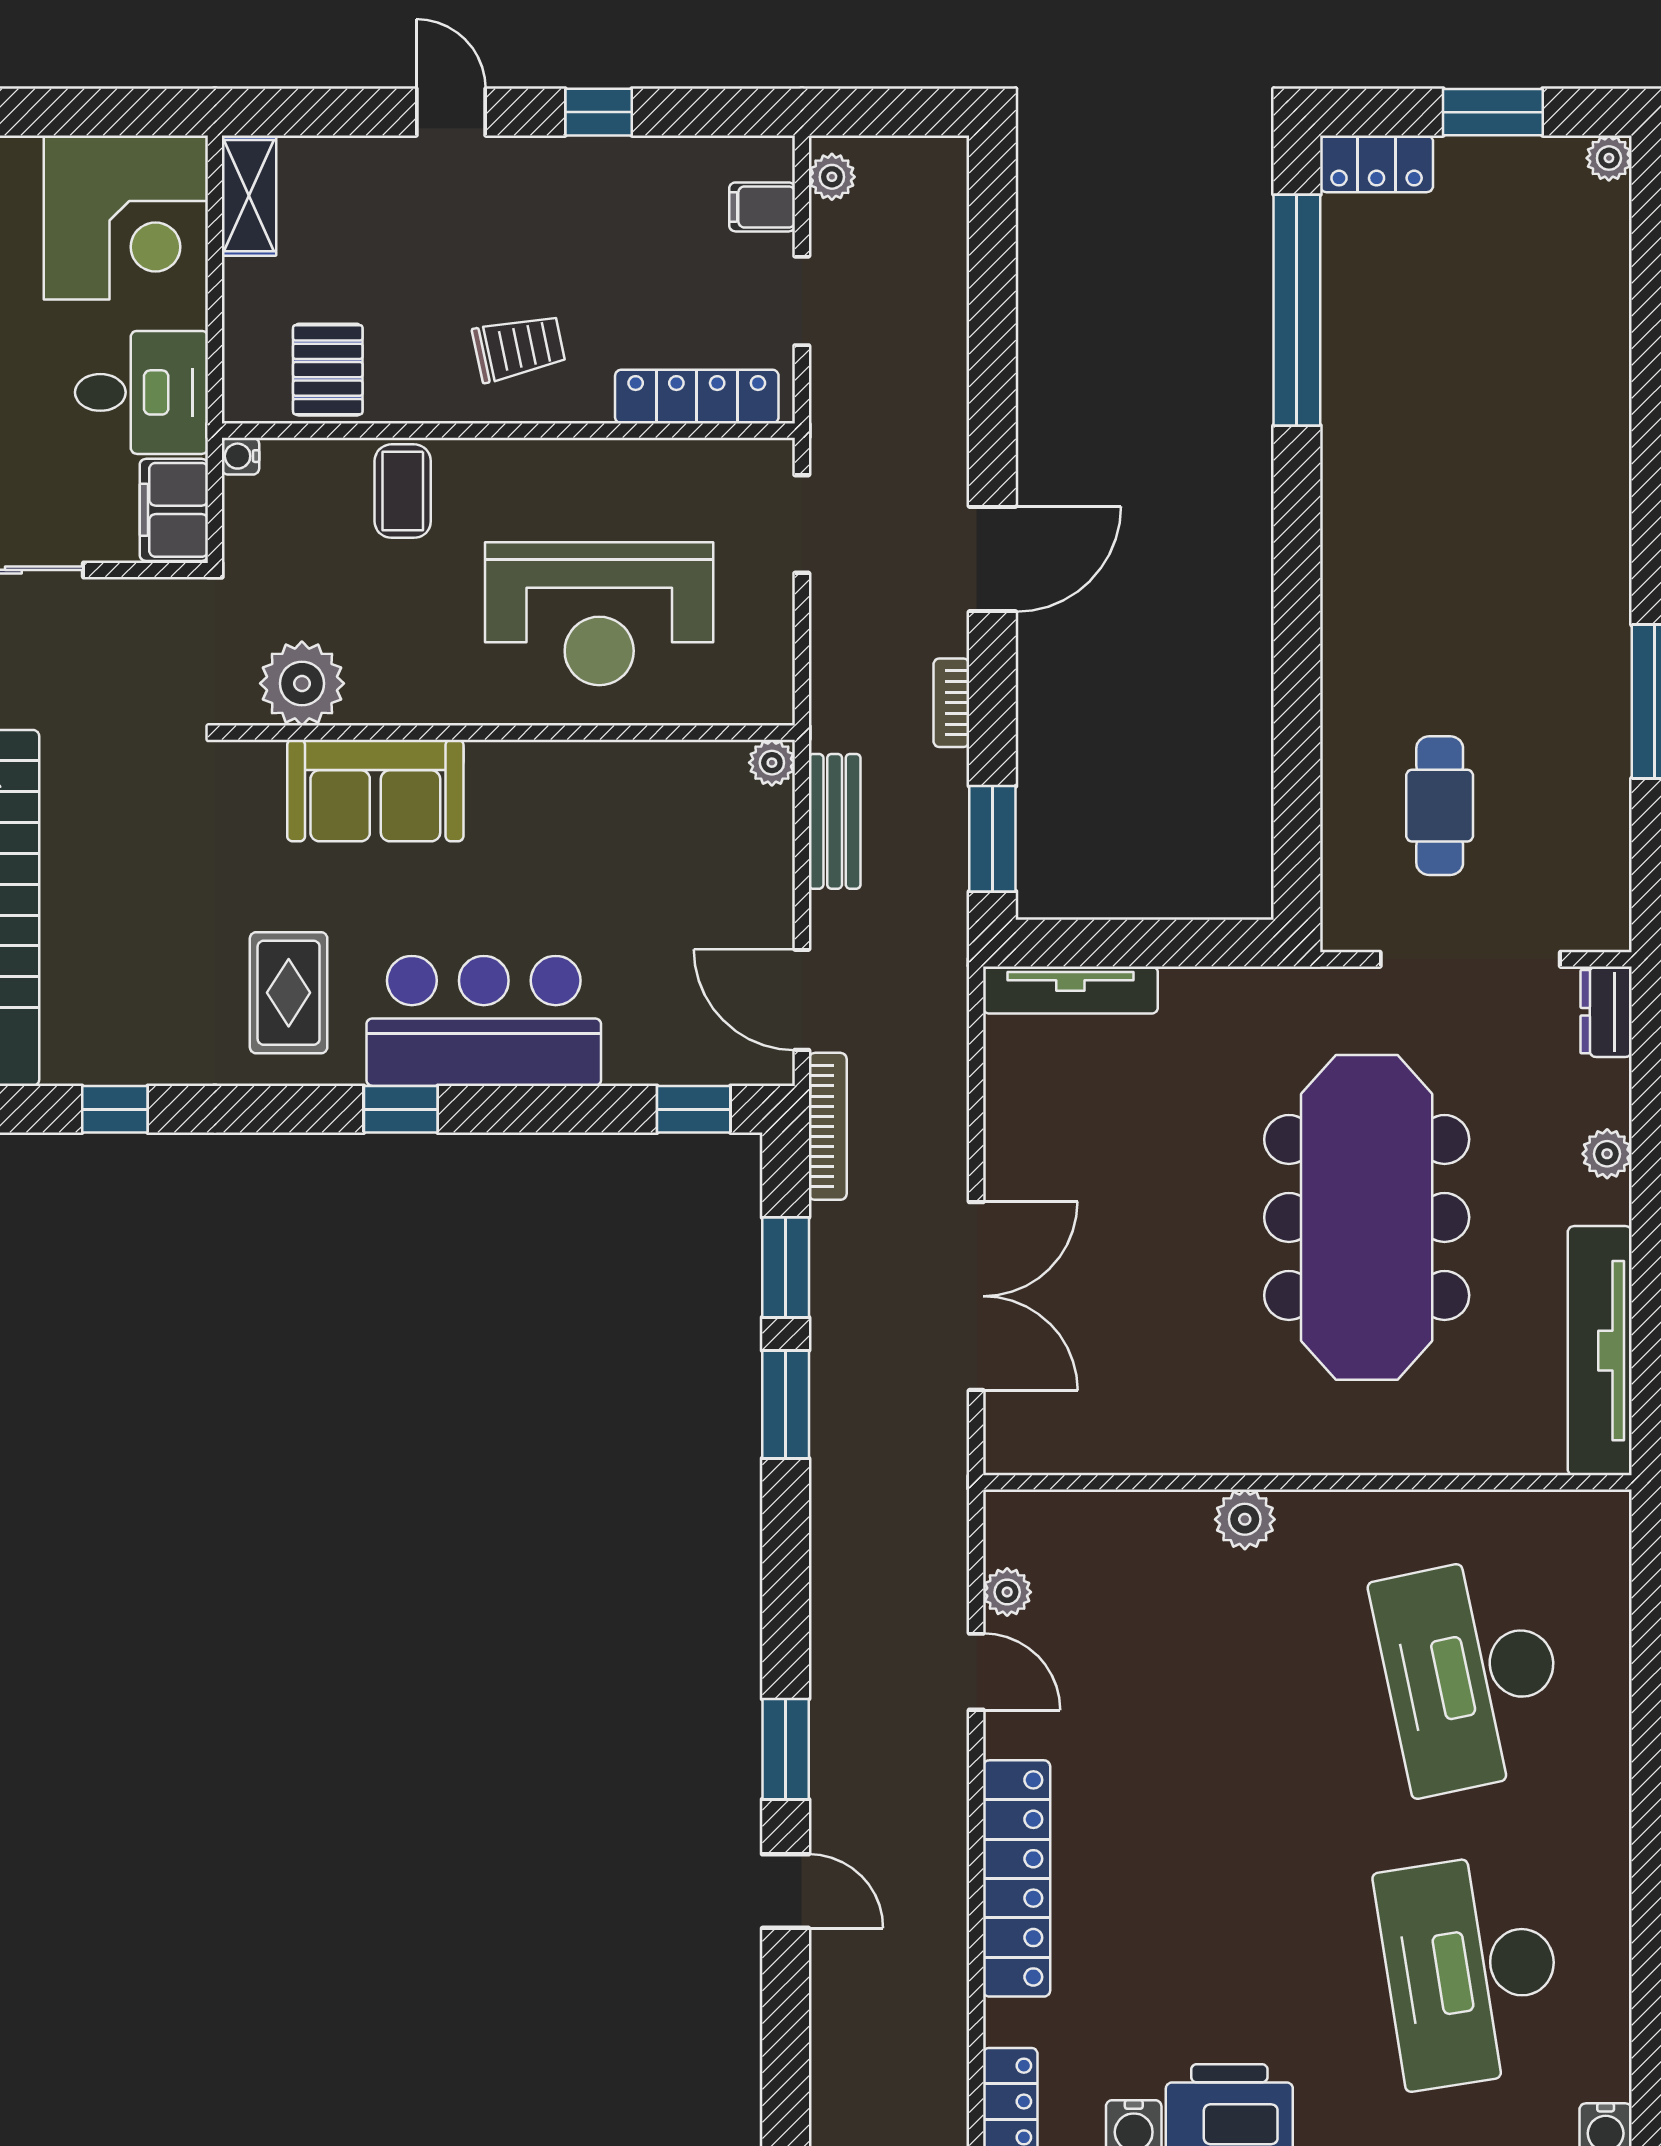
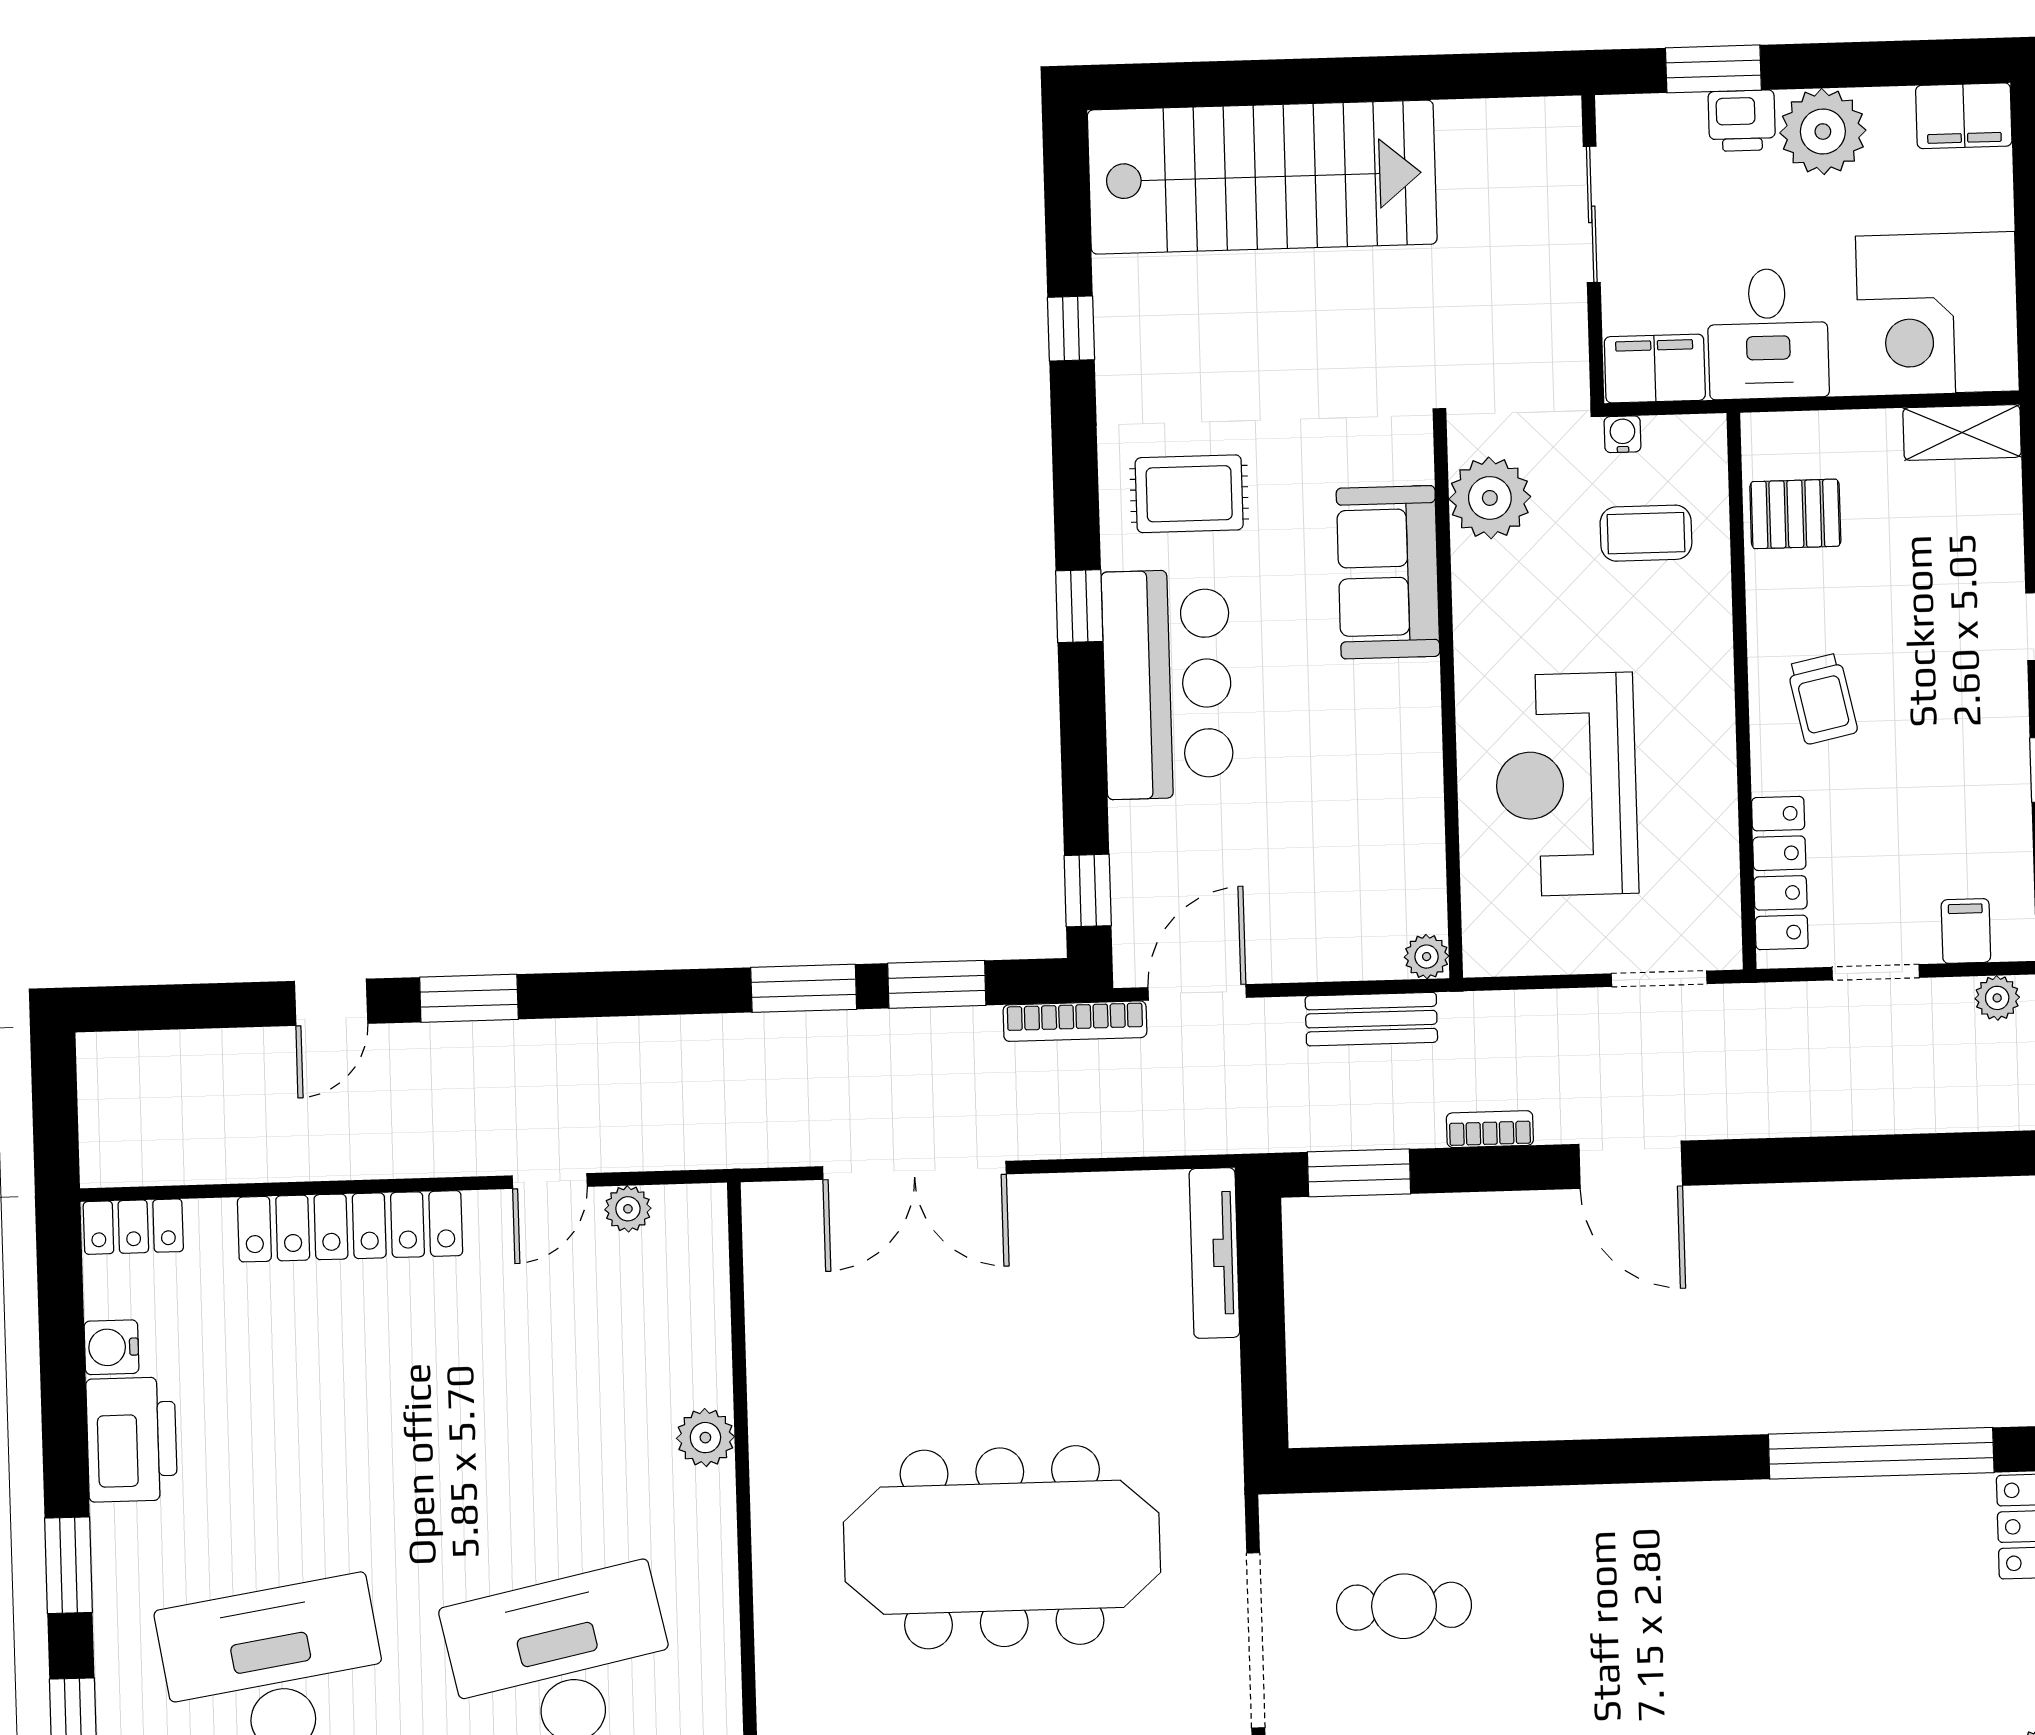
water cooler: (240, 456) -> (1623, 434), moved
coffee table: (403, 491) -> (1646, 533), moved

